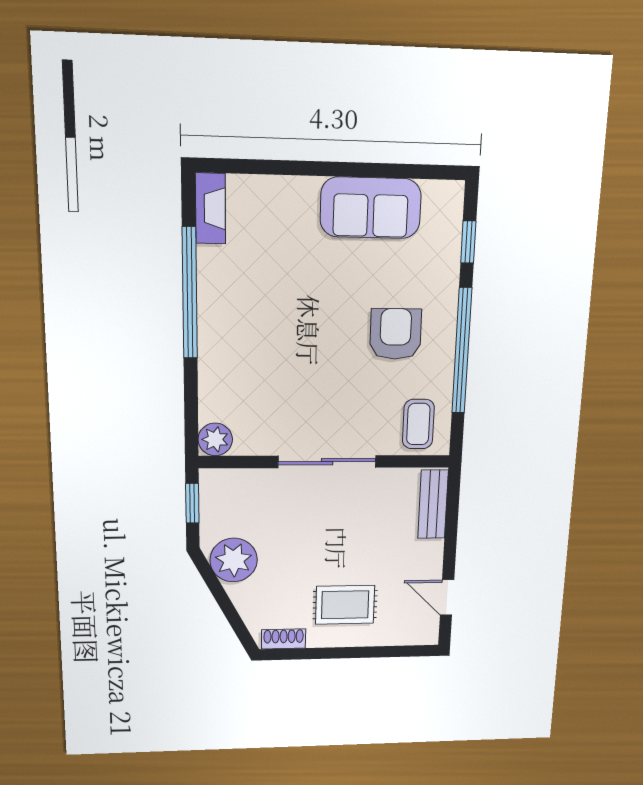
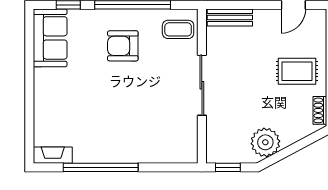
sofa: (371, 208) -> (50, 38), moved
plant: (215, 439) -> (188, 153), removed
rug: (345, 605) -> (297, 71), turned 90

